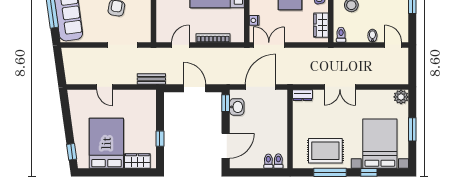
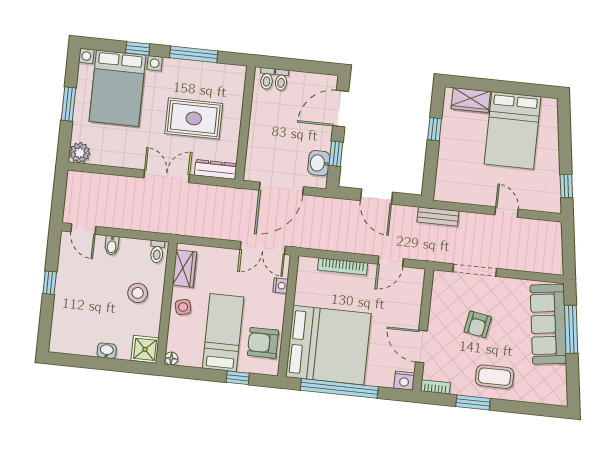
dresser: (303, 95) -> (216, 170), width x1.44
window: (226, 103) -> (336, 154), moved
rug: (325, 151) -> (194, 118), moved
window: (72, 152) -> (566, 186), moved

